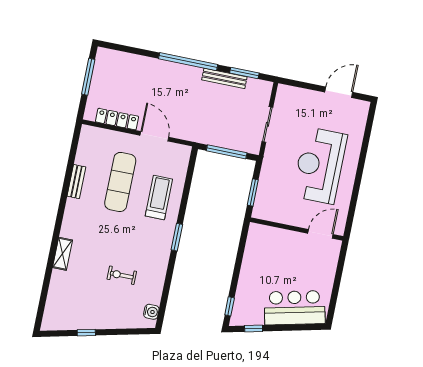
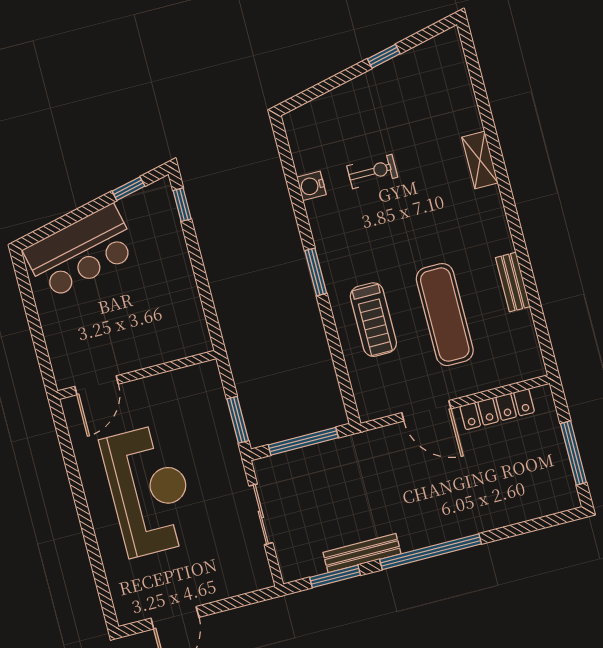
window: (253, 192) -> (238, 420), moved
water cooler: (151, 312) -> (311, 186), moved

